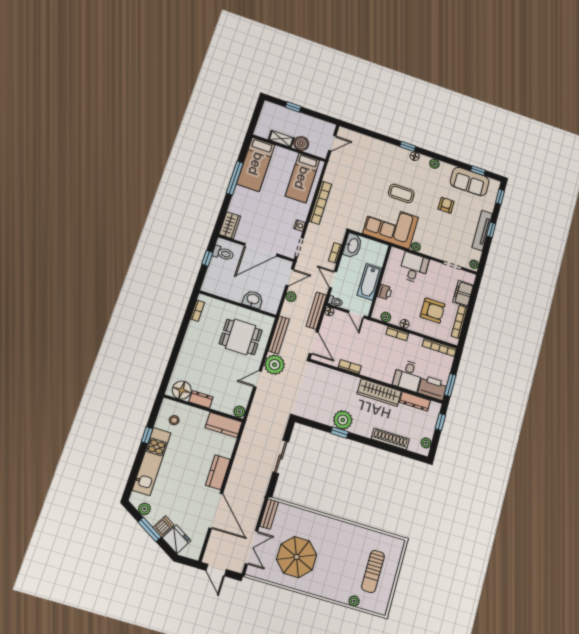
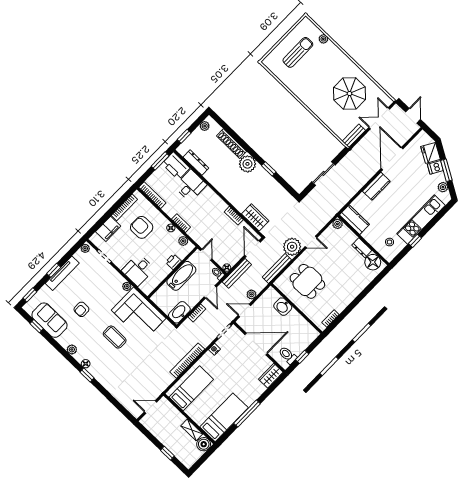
boiler: (301, 143) -> (204, 444), moved
wardrobe: (379, 392) -> (255, 217), moved, width x0.67
plant: (343, 420) -> (247, 164), moved

